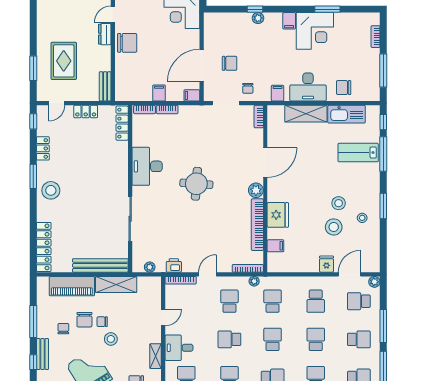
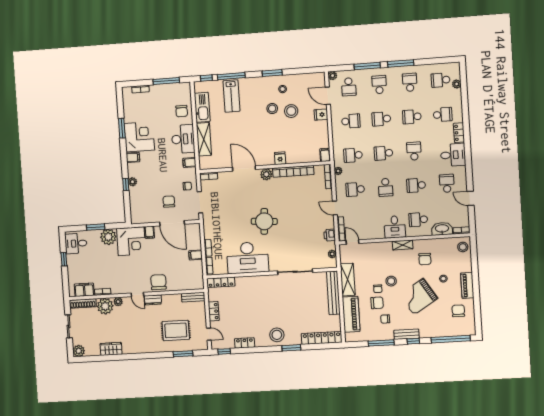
filing cabinet: (192, 95) -> (150, 232), moved
desk: (147, 166) -> (248, 258), width x1.36, depth x1.30
window: (33, 176) -> (291, 348), moved
fridge: (278, 215) -> (280, 158), width x0.53, depth x0.75
filing cabinet: (275, 246) -> (325, 155), moved
door: (163, 317) -> (352, 242), moved

